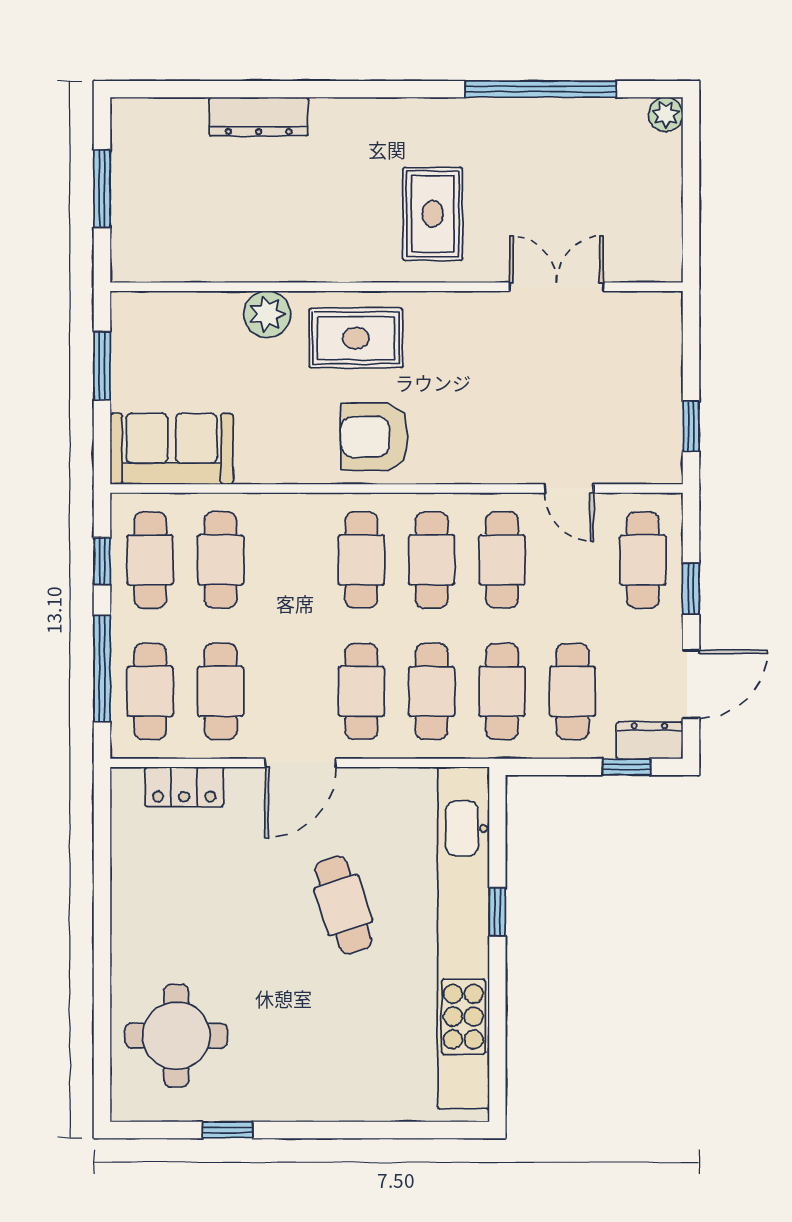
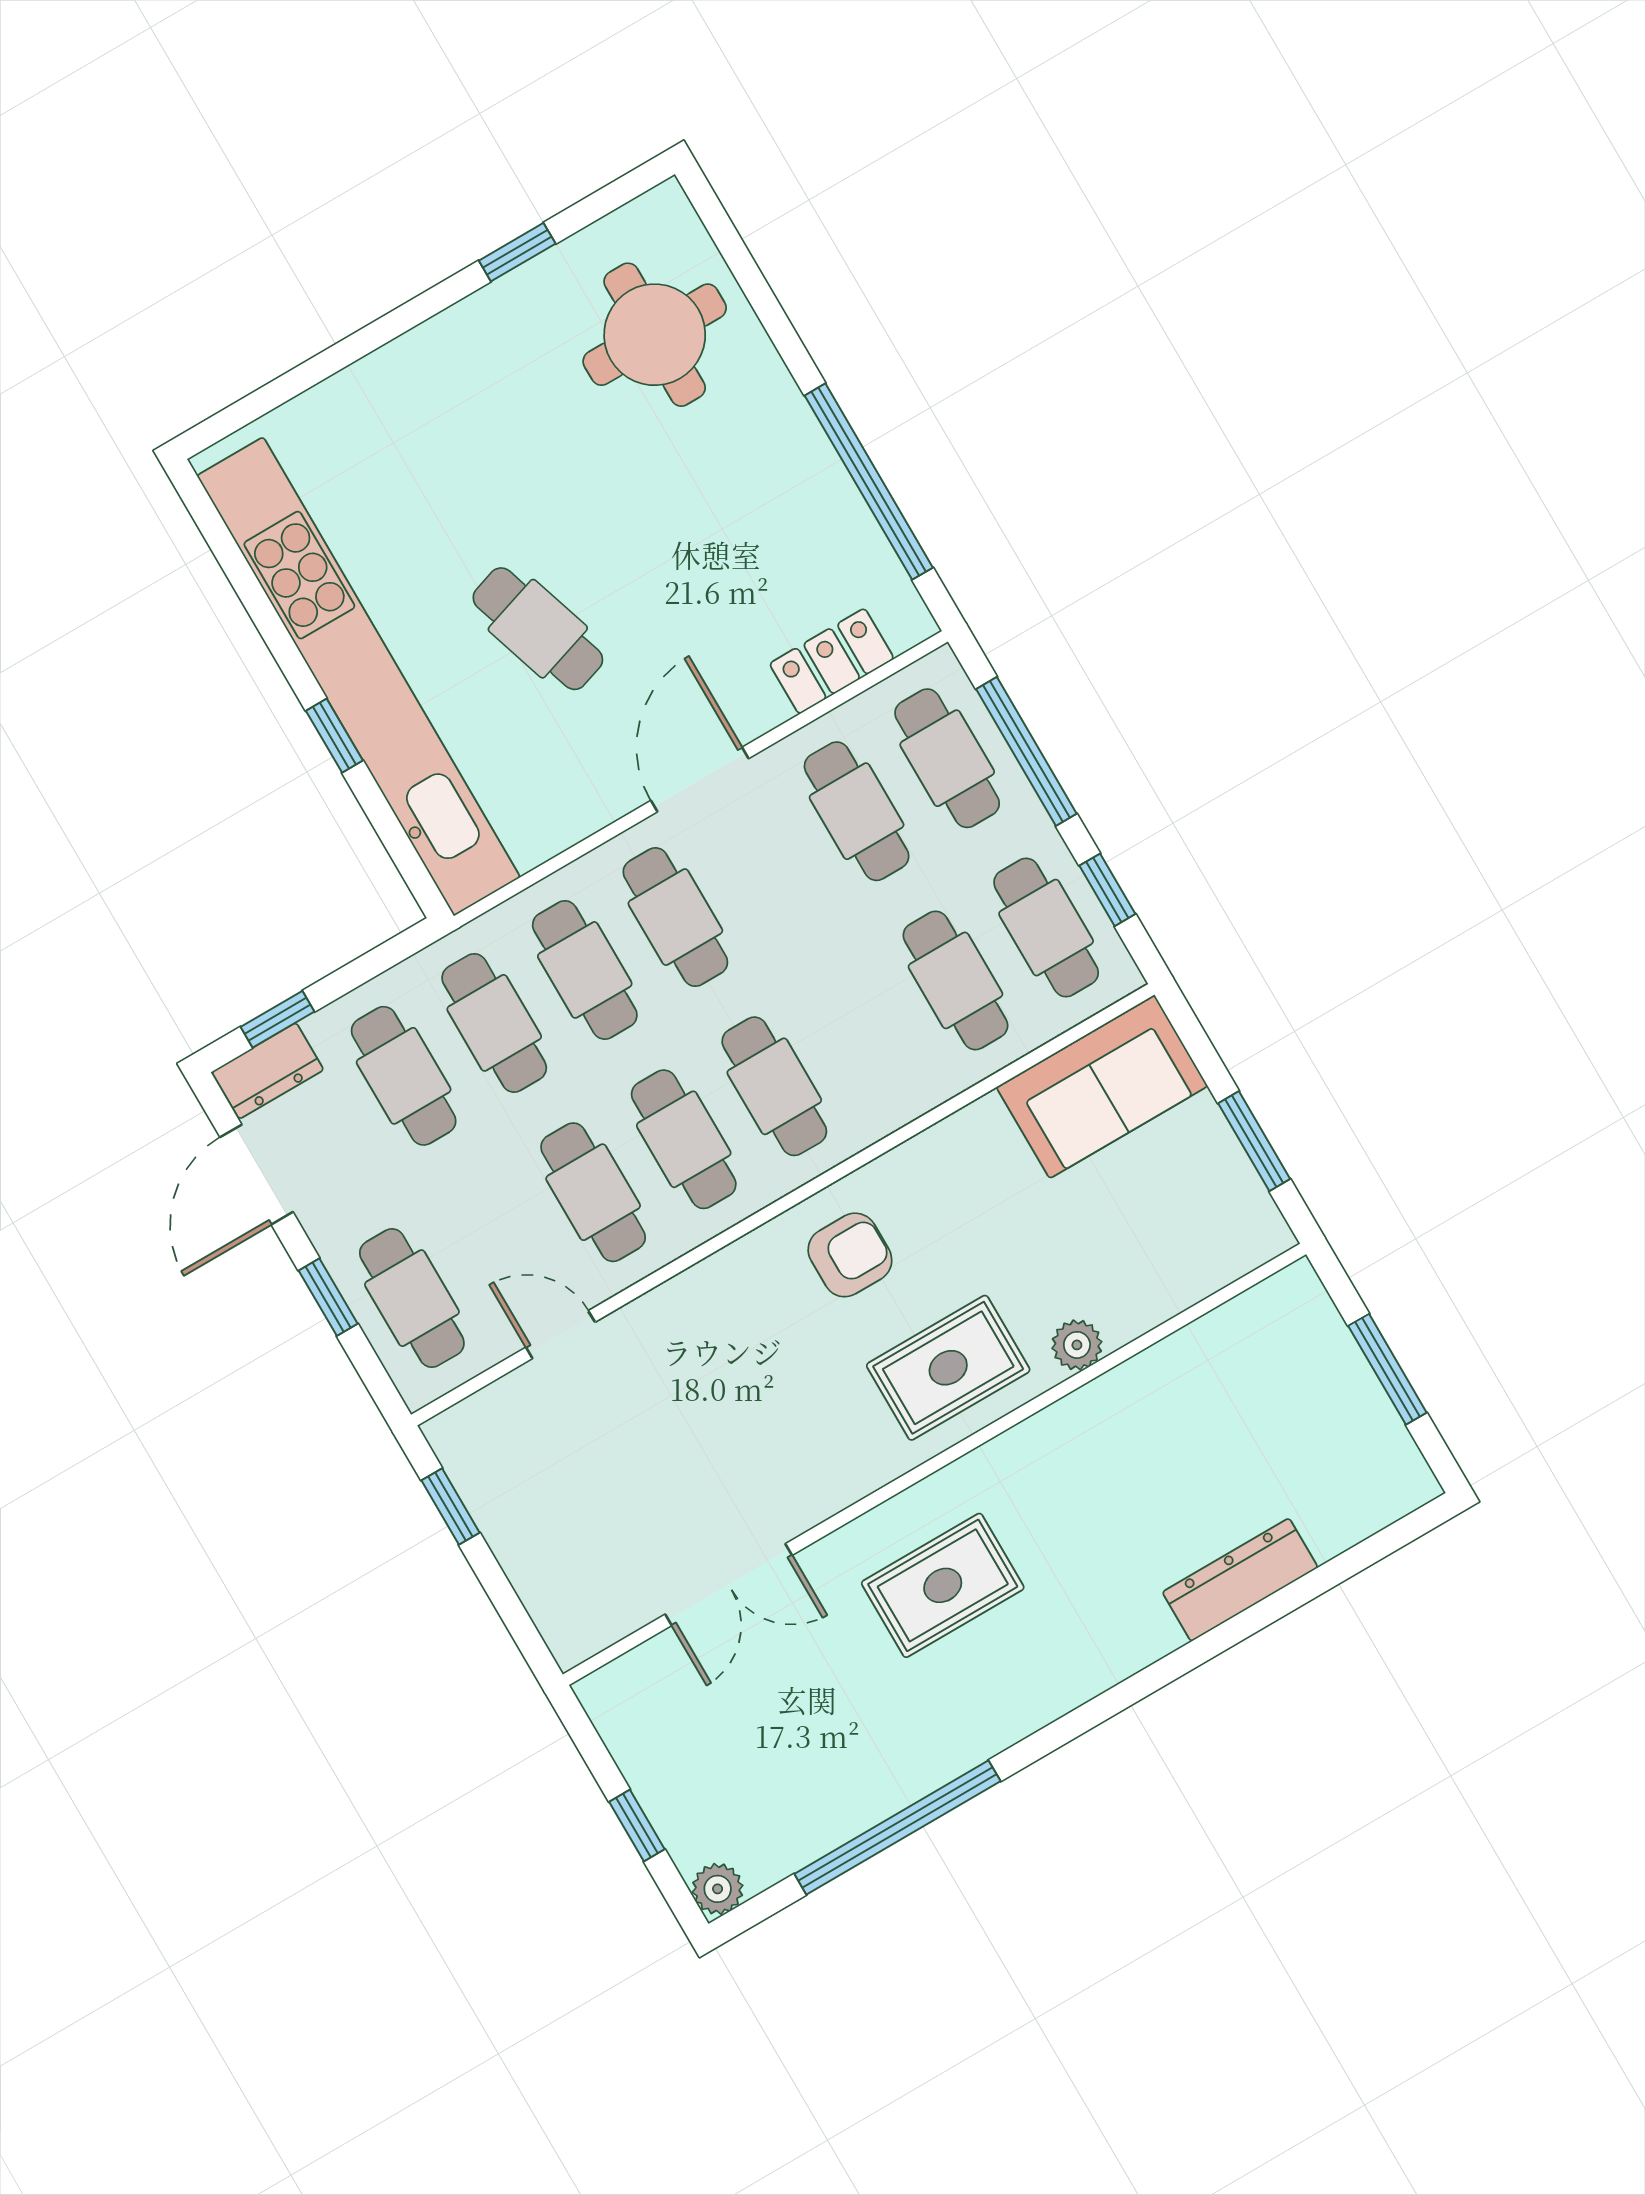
window: (691, 178) -> (637, 1826), added
rug: (433, 214) -> (943, 1585), turned 90
plant: (267, 314) -> (1077, 1345), width x0.73, depth x0.73
armchair: (375, 437) -> (850, 1255), width x0.72, depth x0.72
window: (102, 878) -> (869, 482), added

